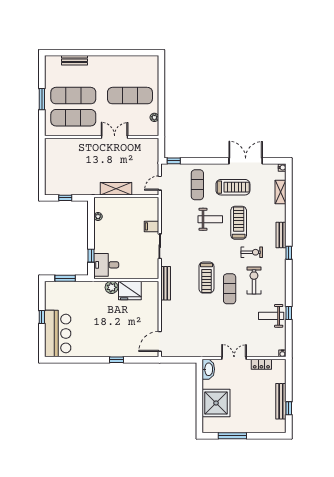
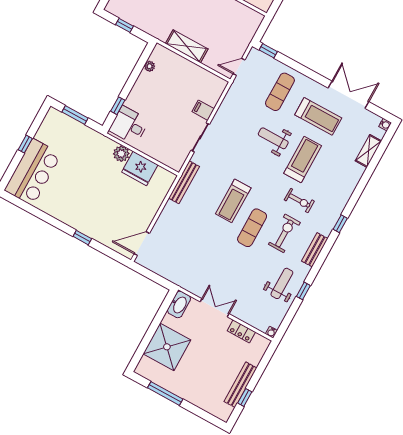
weight bench: (210, 219) -> (273, 138), turned 180
bench: (281, 235) -> (315, 250), moved
weight bench: (271, 316) -> (282, 283), turned 90

